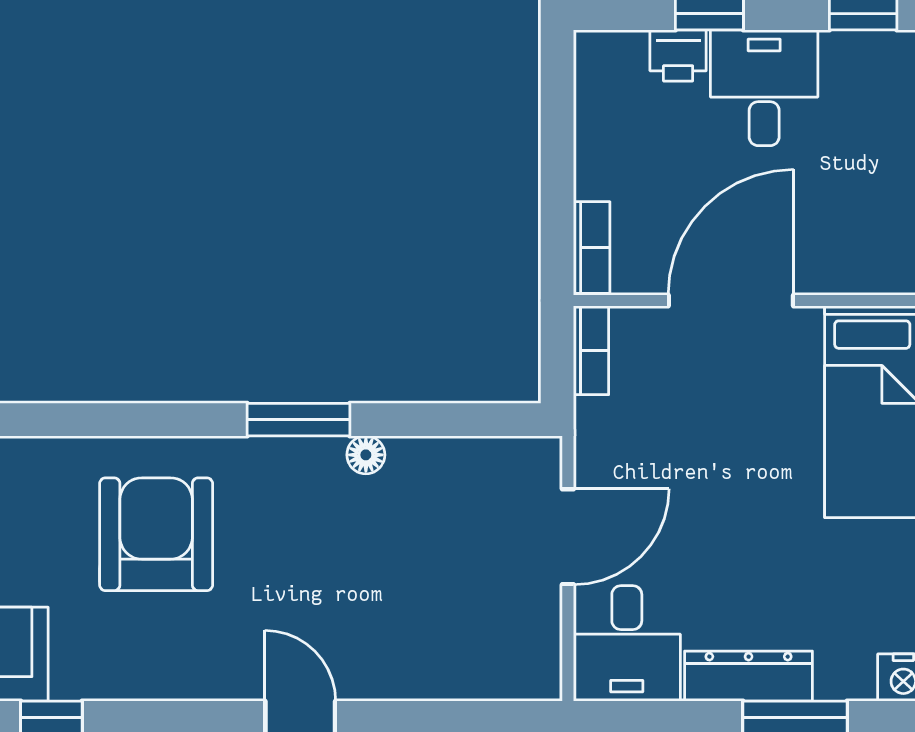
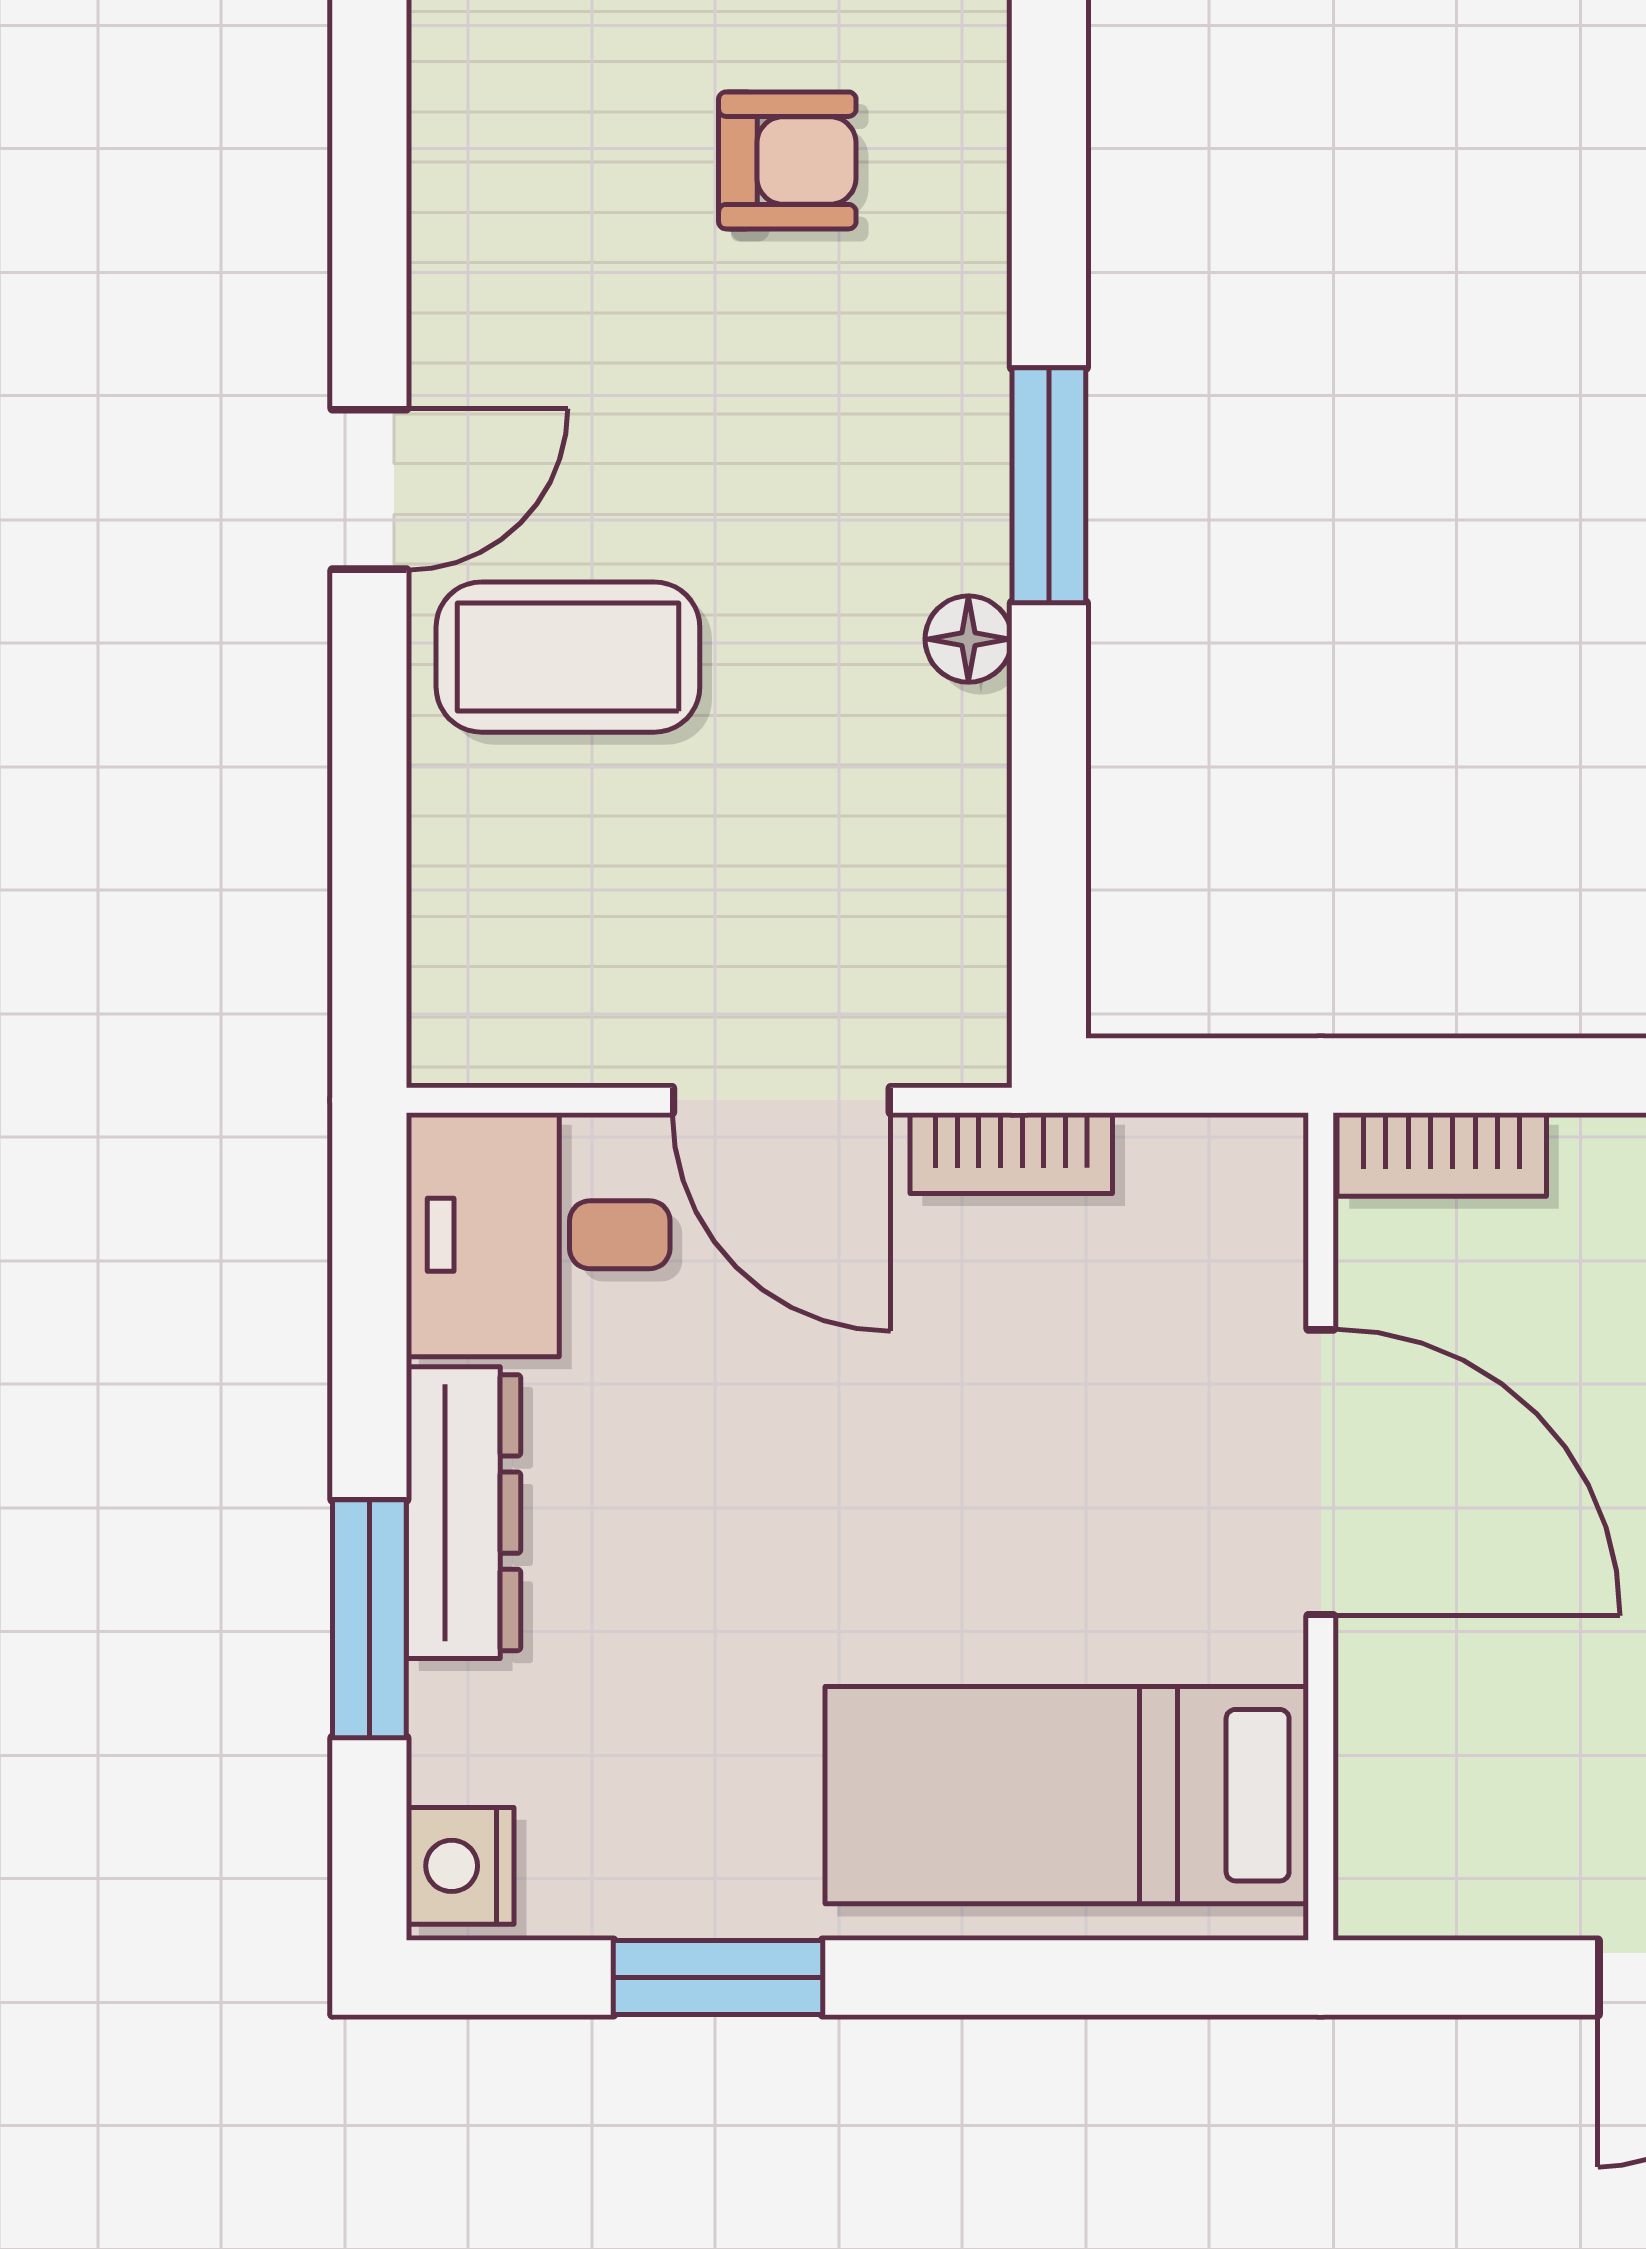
bookcase: (591, 350) -> (1011, 1153), moved
armchair: (156, 534) -> (787, 160), width x0.53, depth x0.53
coffee table: (374, 630) -> (568, 657), added

